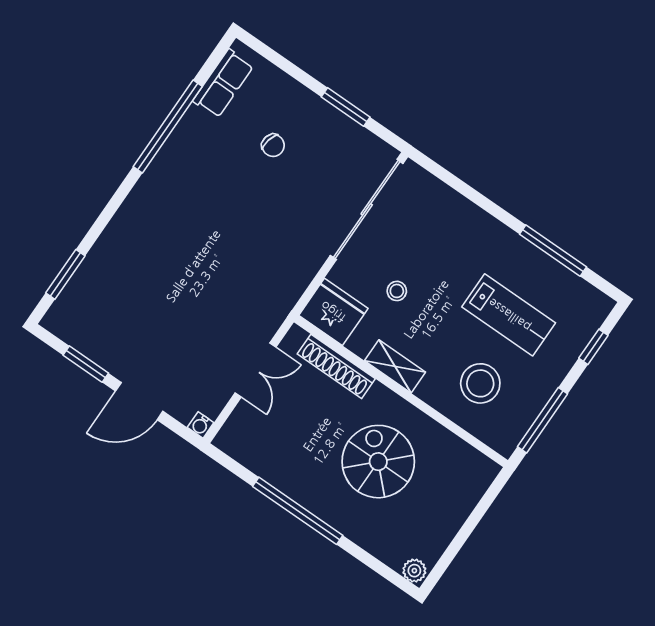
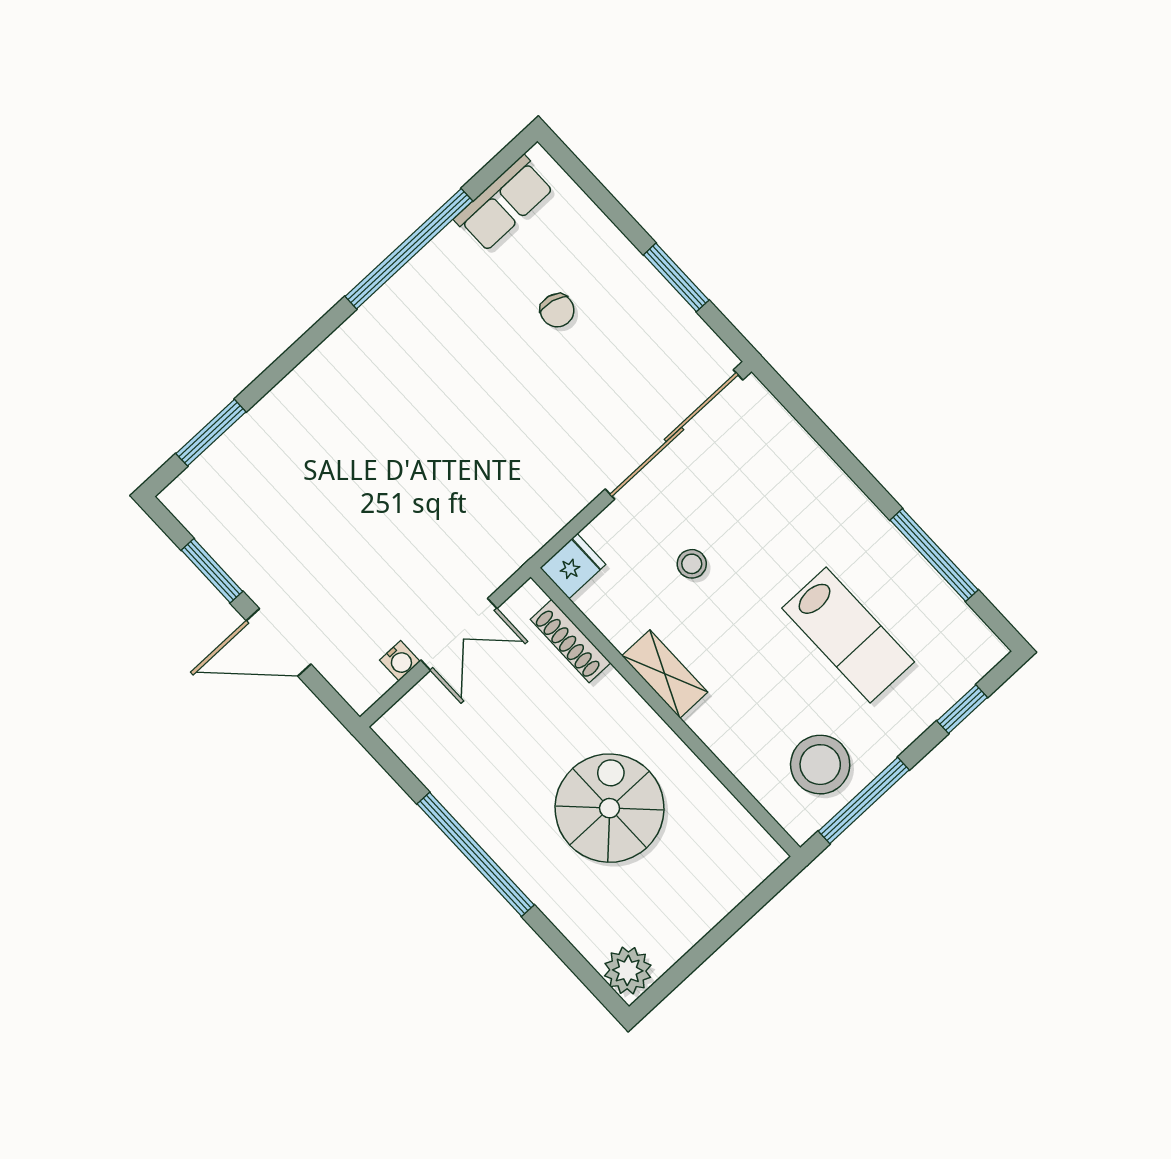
fridge: (333, 312) -> (573, 566), width x0.53, depth x0.75
shoe rack: (336, 366) -> (570, 641), width x0.74, depth x0.81
stool: (480, 383) -> (820, 765), moved
water cooler: (201, 425) -> (400, 661), moved, turned -90
plant: (414, 571) -> (628, 970), width x1.38, depth x1.38

